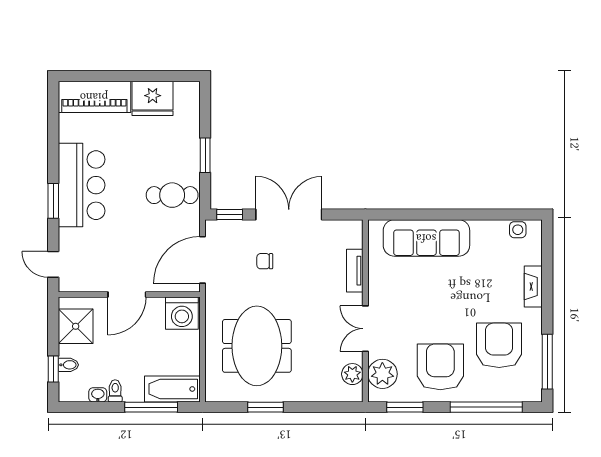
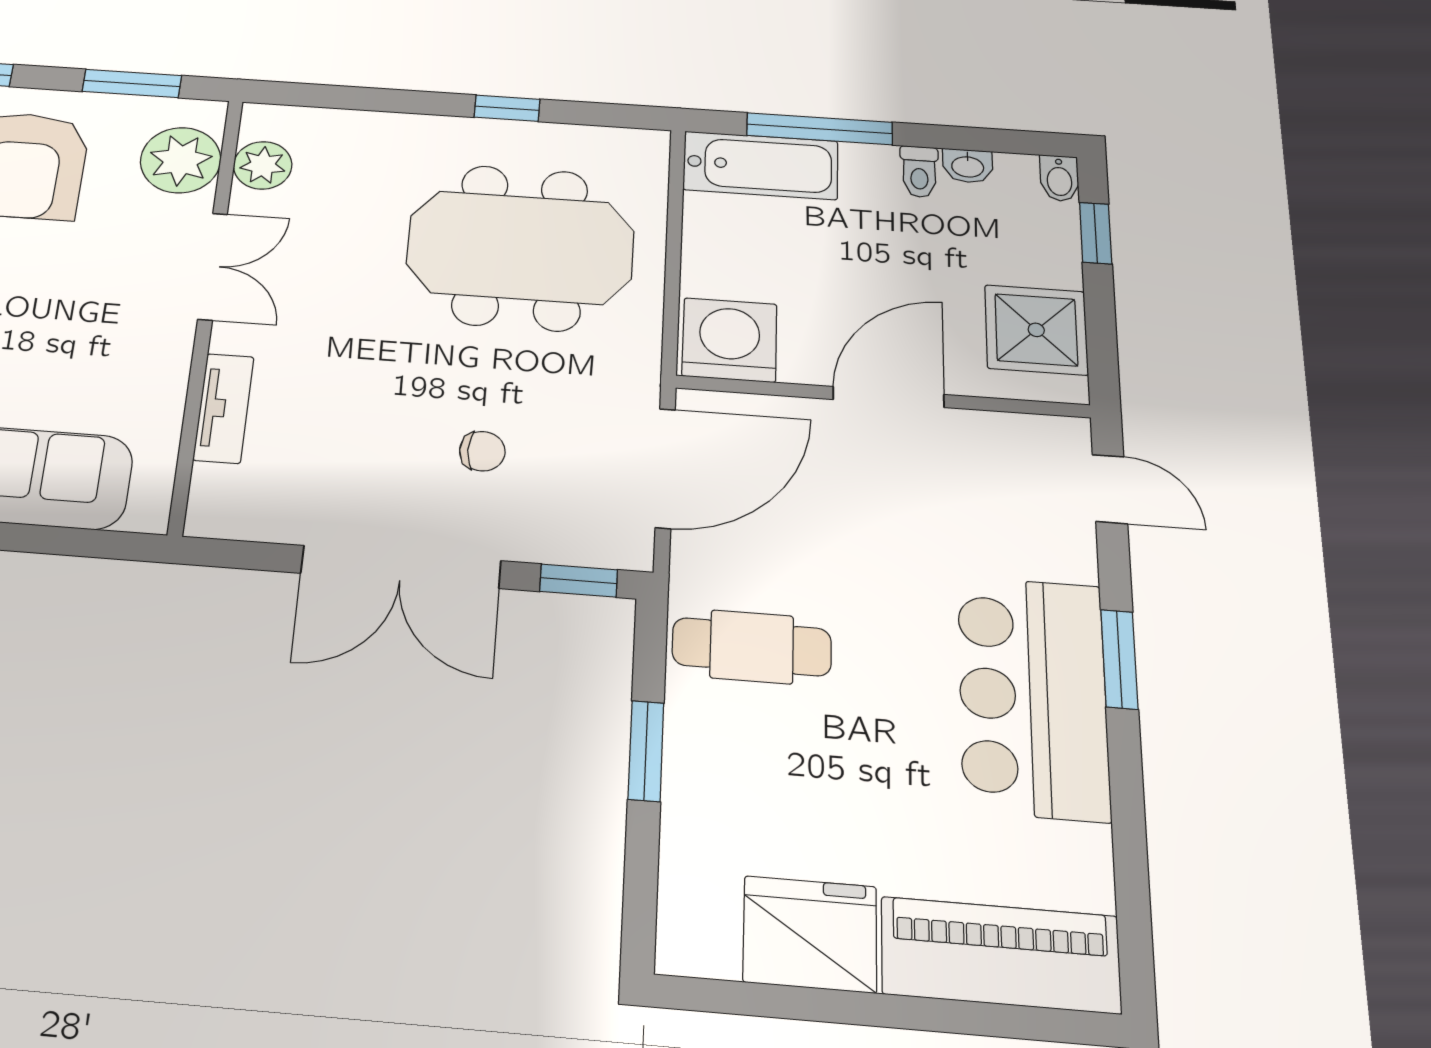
meeting table: (257, 346) -> (520, 247), turned 90
bidet: (68, 365) -> (1059, 178), moved, turned -90
window: (265, 407) -> (507, 108), width x0.67

